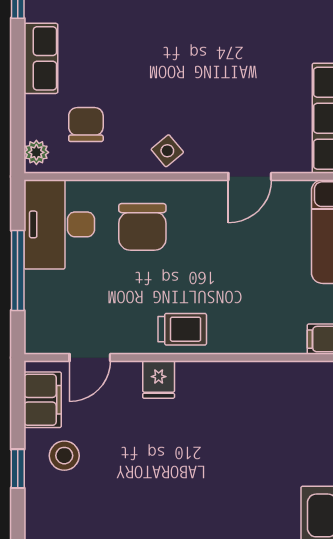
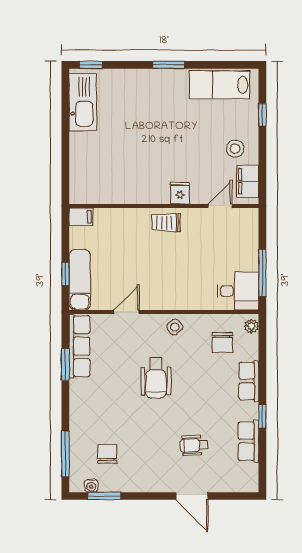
wheelchair: (200, 64) -> (156, 378), added
desk: (59, 224) -> (238, 291), width x0.73
chair: (142, 227) -> (189, 283), removed
window: (18, 270) -> (262, 273), moved
window: (18, 469) -> (262, 115), moved

